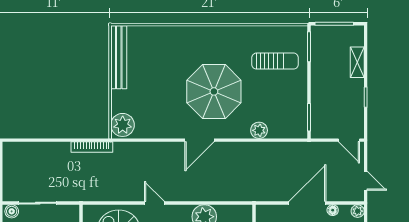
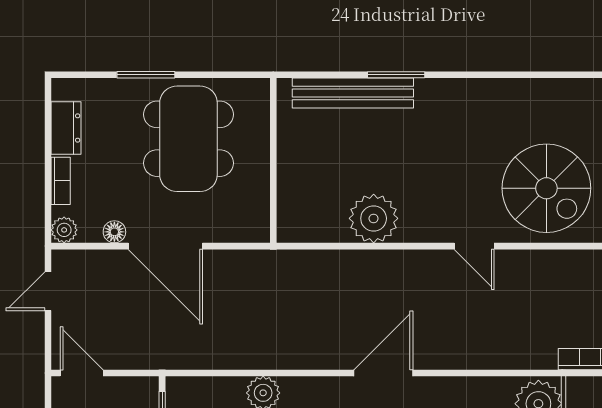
door: (366, 181) -> (48, 291), hinge flipped
door: (307, 203) -> (165, 246), hinge flipped

